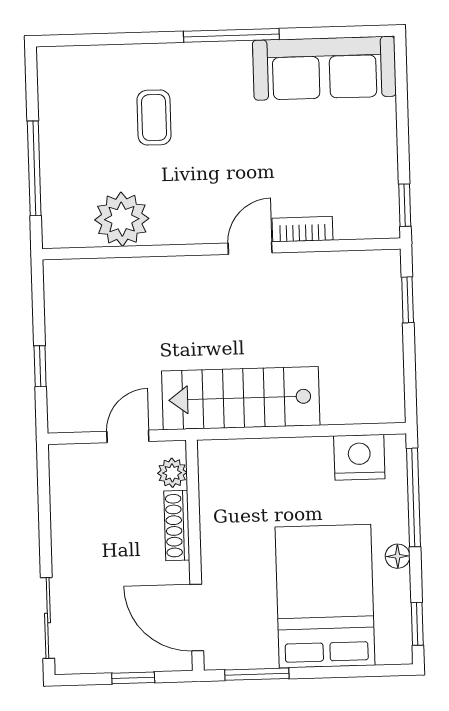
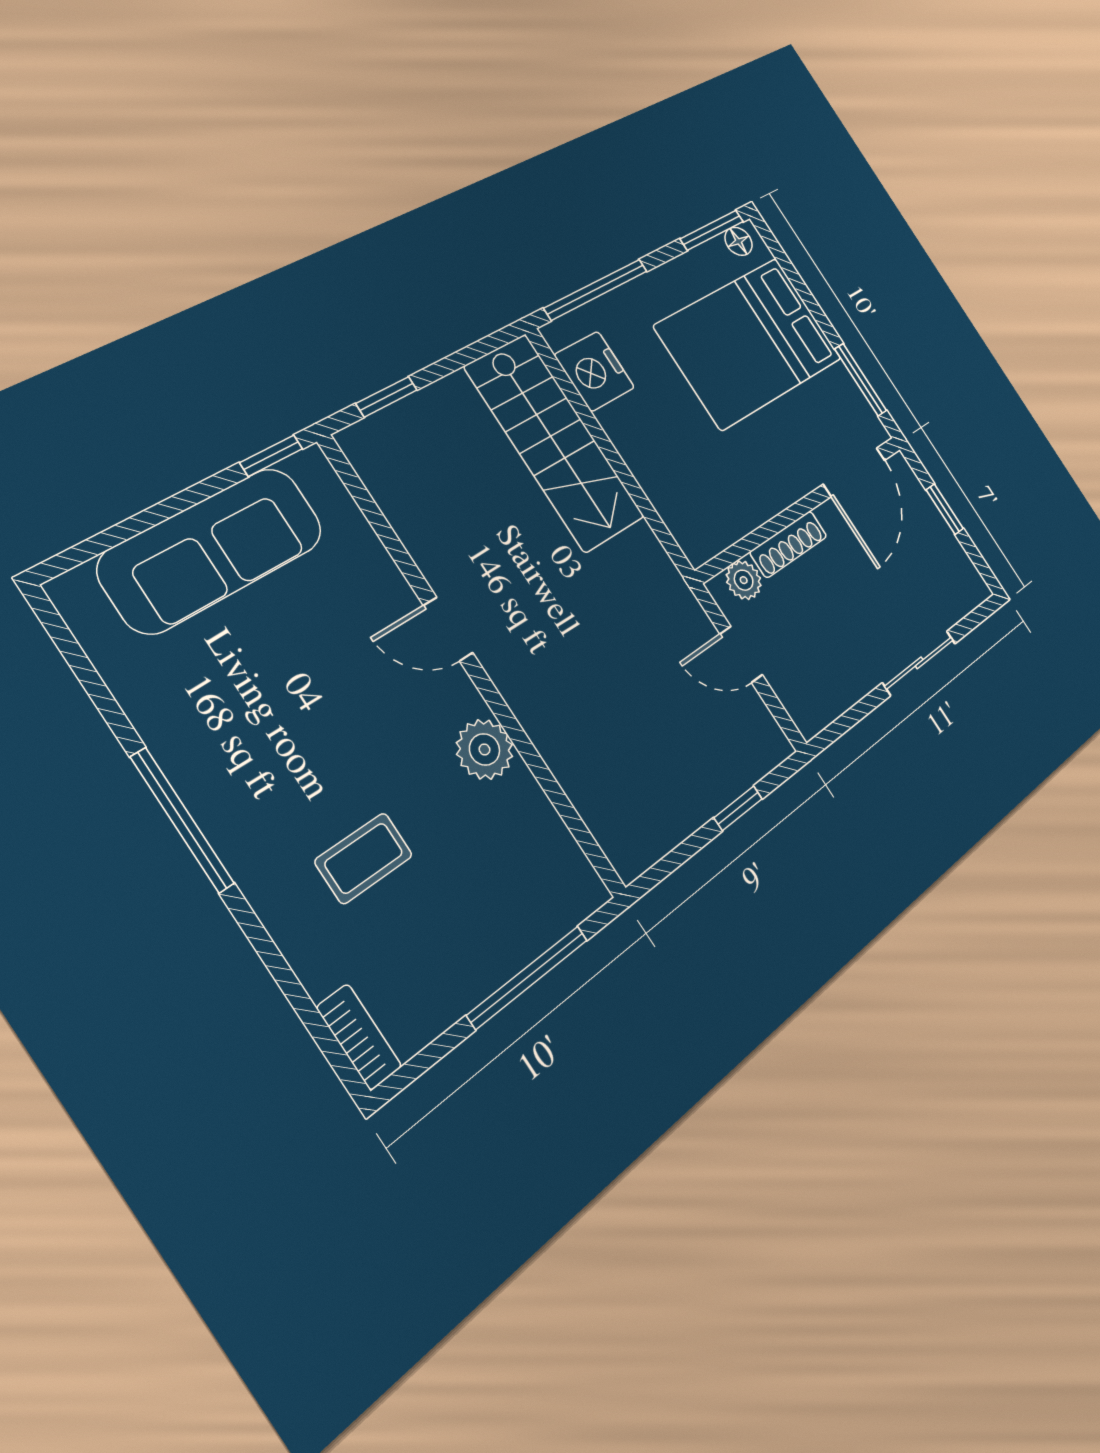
sofa: (324, 68) -> (212, 549), moved, turned 90
plant: (122, 219) -> (484, 749), moved, width x0.73, depth x0.73
bookcase: (303, 229) -> (359, 1037), moved, turned 180
stairs: (241, 398) -> (555, 443), moved
floor lamp: (398, 556) -> (738, 241), moved
sliding door: (48, 618) -> (919, 663), moved
window: (417, 624) -> (712, 230), width x1.50

